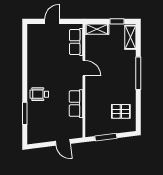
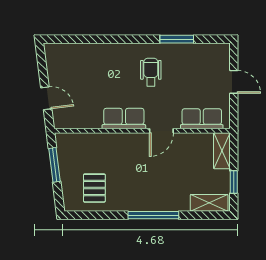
wheelchair: (39, 94) -> (151, 72), moved
row of seats: (76, 104) -> (124, 119), moved
window: (25, 113) -> (177, 39), moved
door: (63, 142) -> (46, 98), swing flipped

